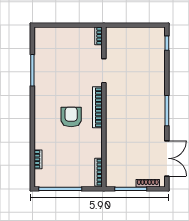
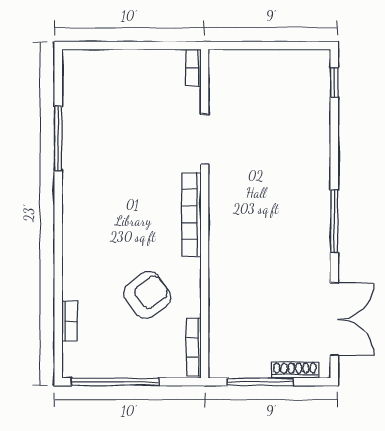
armchair: (71, 117) -> (147, 295), moved, turned 53

